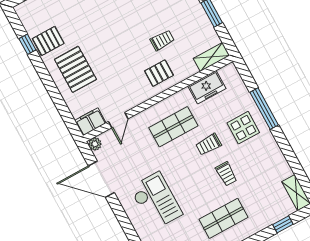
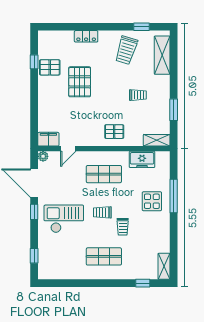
trolley: (162, 40) -> (138, 95), moved
pallet: (75, 69) -> (80, 82), moved
trolley: (209, 144) -> (102, 212), moved
checkout: (156, 201) -> (64, 219), turned -90
window: (119, 211) -> (34, 212), added

